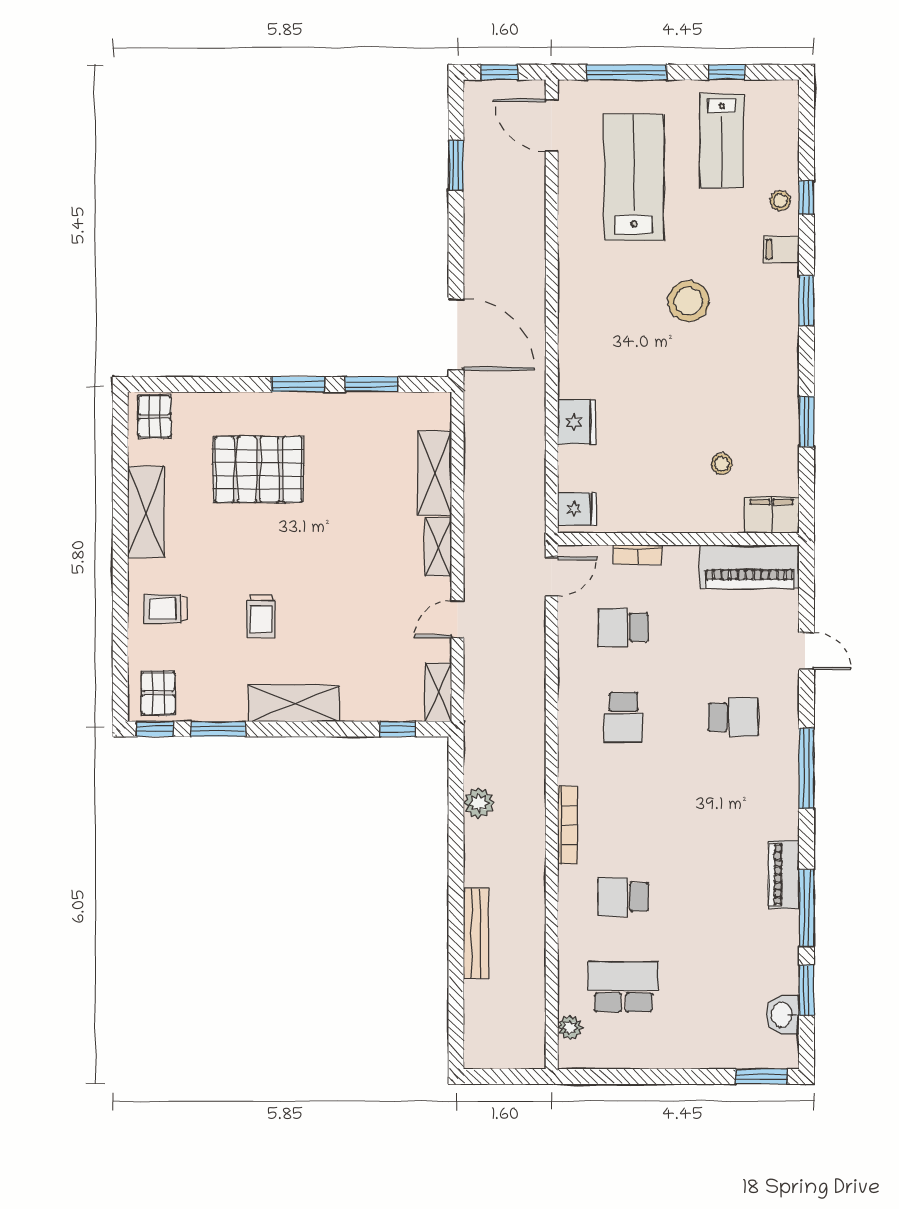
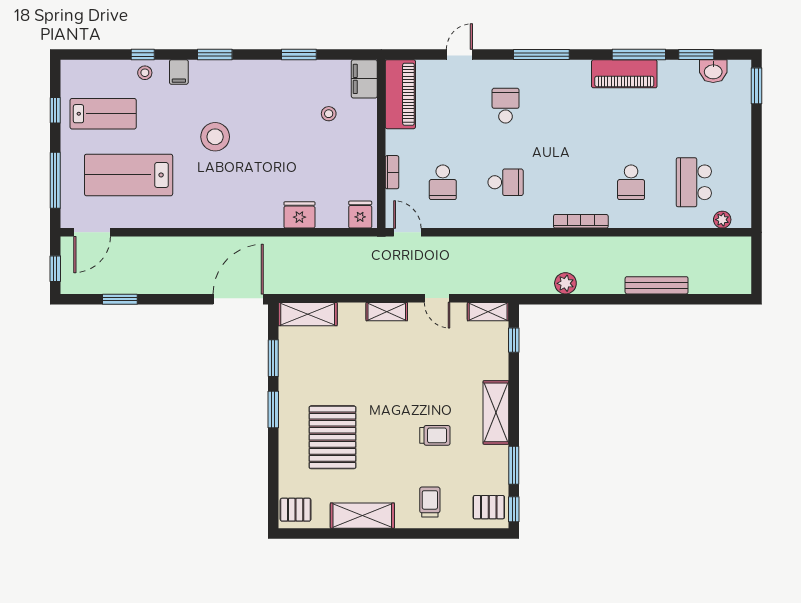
shelving: (435, 473) -> (308, 314), moved
trolley: (165, 609) -> (430, 502), turned 180
piano: (784, 875) -> (624, 74), width x1.37, depth x1.33

